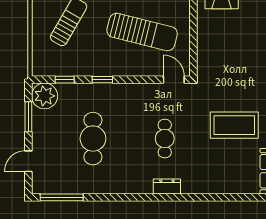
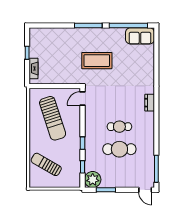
sun lounger: (142, 32) -> (53, 118), turned 148
coffee table: (234, 125) -> (97, 61), moved, turned 90
cafe table: (165, 139) -> (119, 127), moved
door: (28, 161) -> (145, 190), moved

